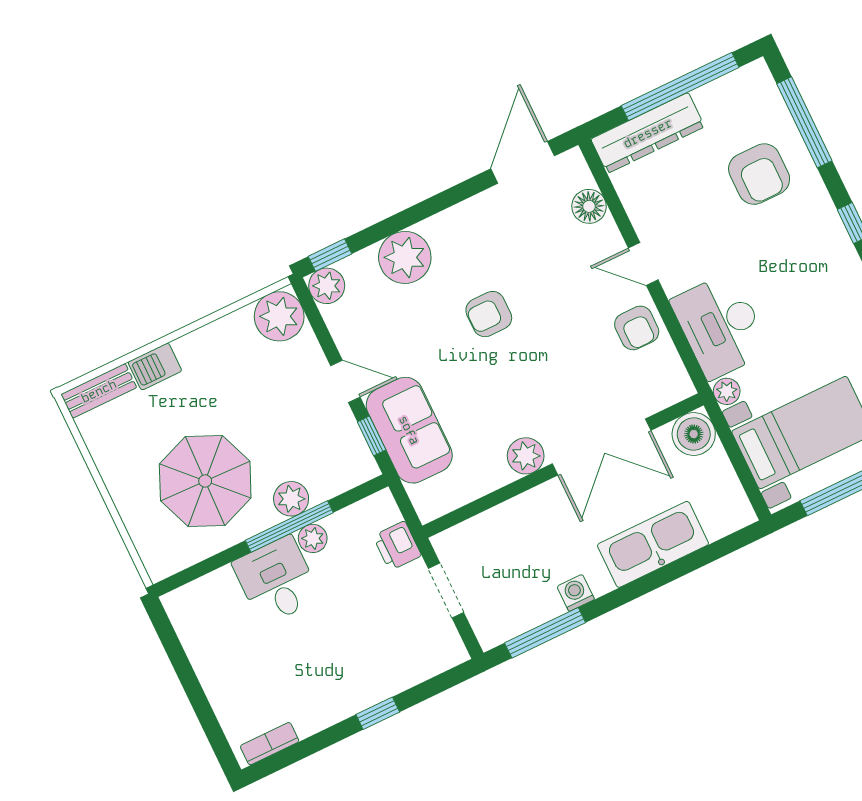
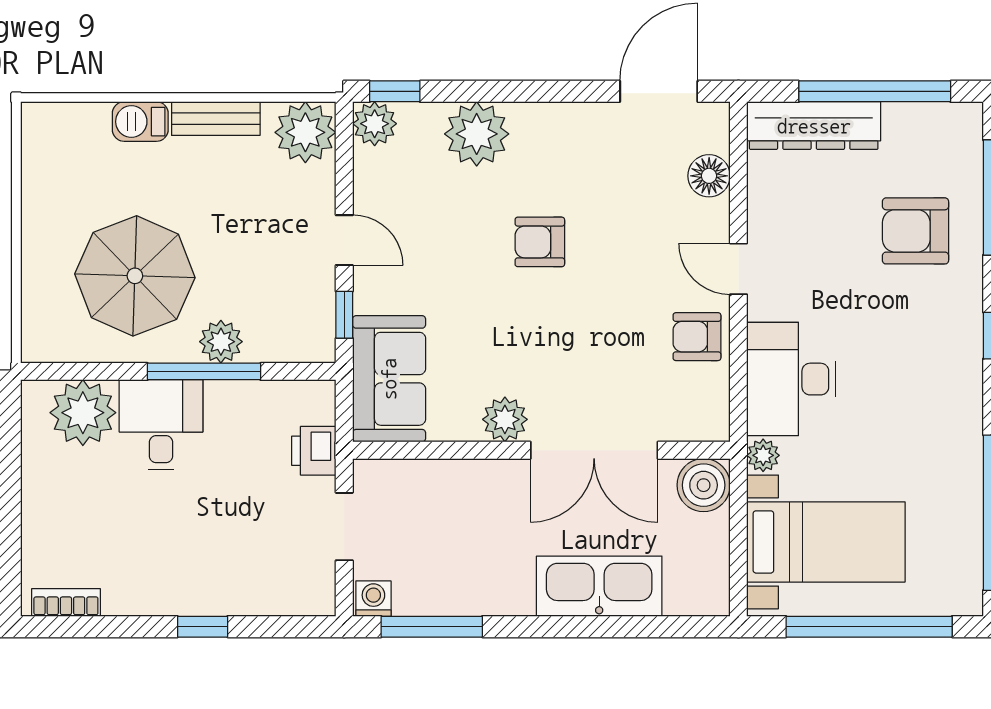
armchair: (759, 174) -> (916, 231), turned 90
armchair: (637, 328) -> (697, 337), turned 90
bench: (99, 391) -> (216, 119), moved
sofa: (409, 430) -> (389, 379), moved
plant: (313, 538) -> (83, 413), moved, width x1.88, depth x1.88
washing machine: (576, 593) -> (373, 599), moved

